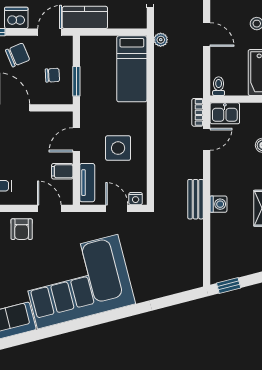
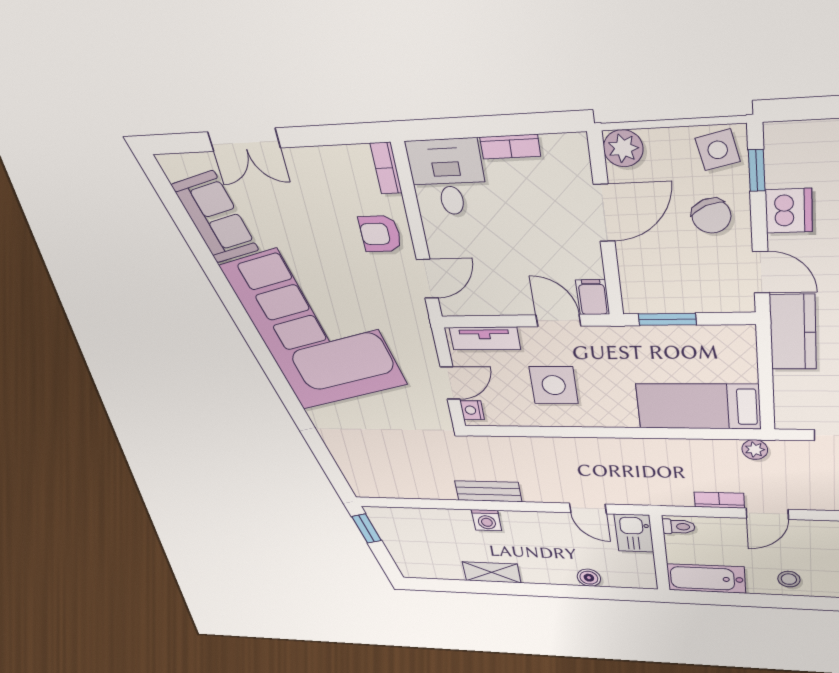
chair: (52, 75) -> (676, 279), removed
bookcase: (198, 112) -> (719, 500), moved
filing cabinet: (62, 171) -> (593, 297), moved

